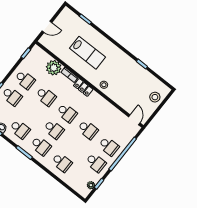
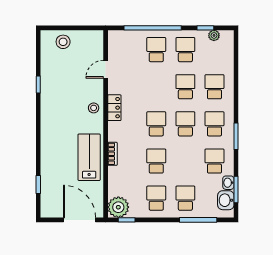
door: (47, 27) -> (79, 220), width x1.87
lab bench: (87, 53) -> (89, 157), moved
plant: (54, 68) -> (118, 207), moved
locker: (83, 87) -> (114, 108), moved
door: (134, 120) -> (106, 69), moved
school desk: (88, 130) -> (185, 87), moved

